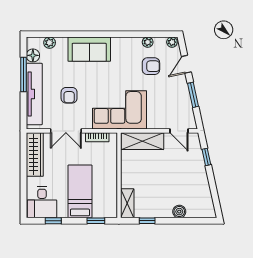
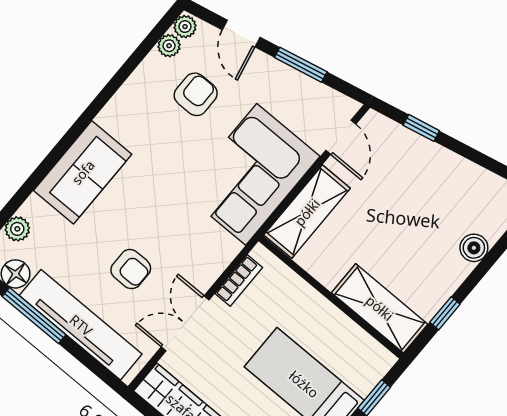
plant: (148, 42) -> (169, 46), moved
corner sofa: (120, 110) -> (251, 174), moved
double door: (66, 131) -> (185, 323), swing flipped
door: (179, 131) -> (341, 137), hinge flipped
shelving: (127, 203) -> (380, 308), width x1.50, depth x1.33

